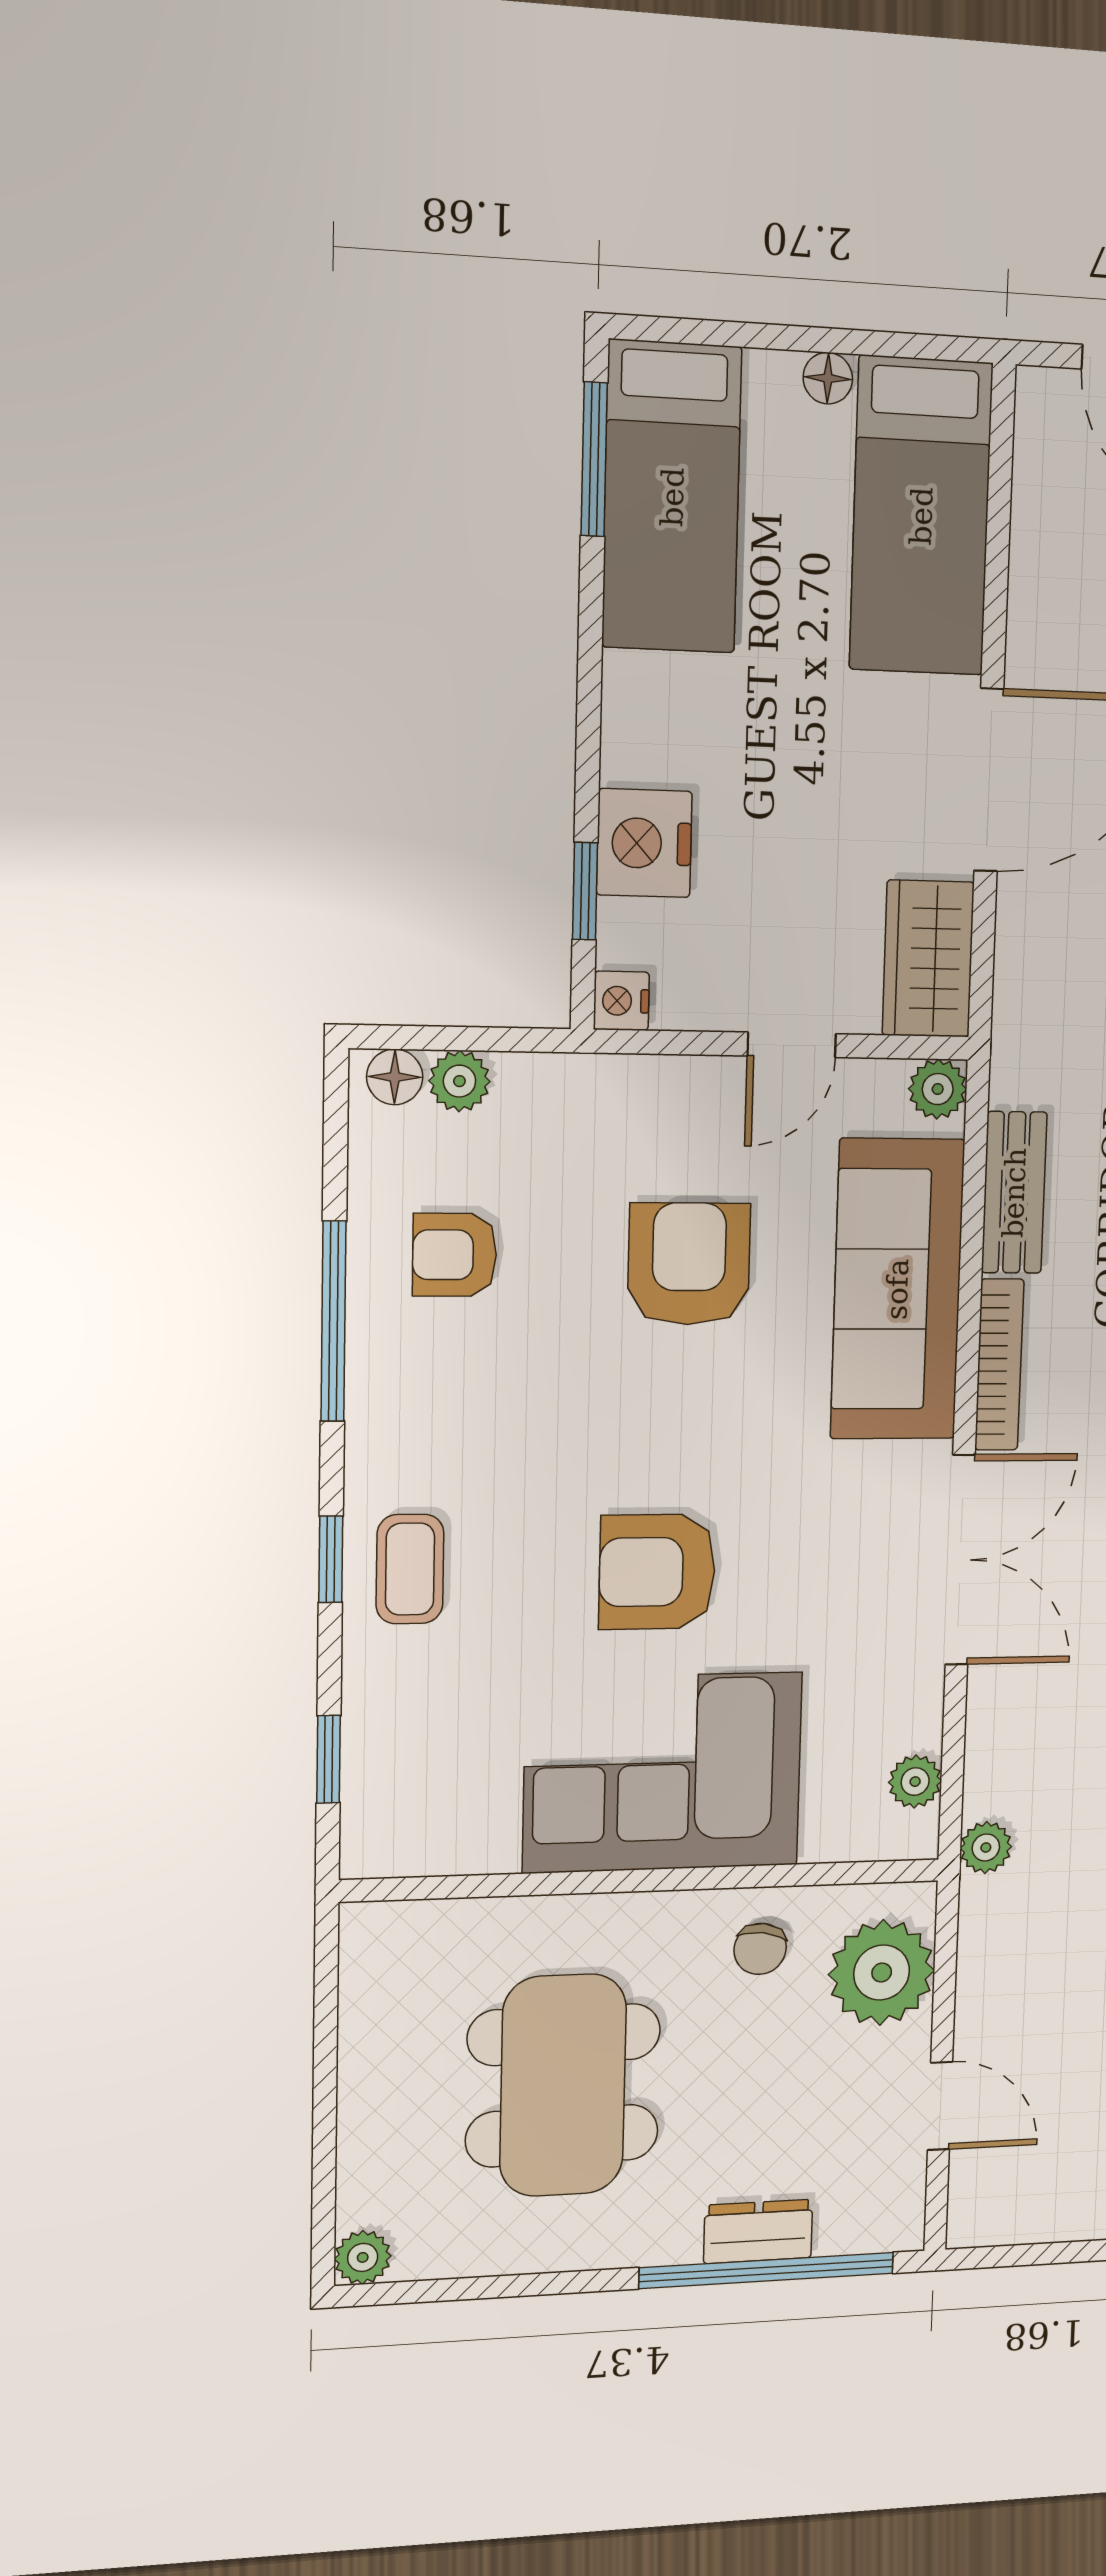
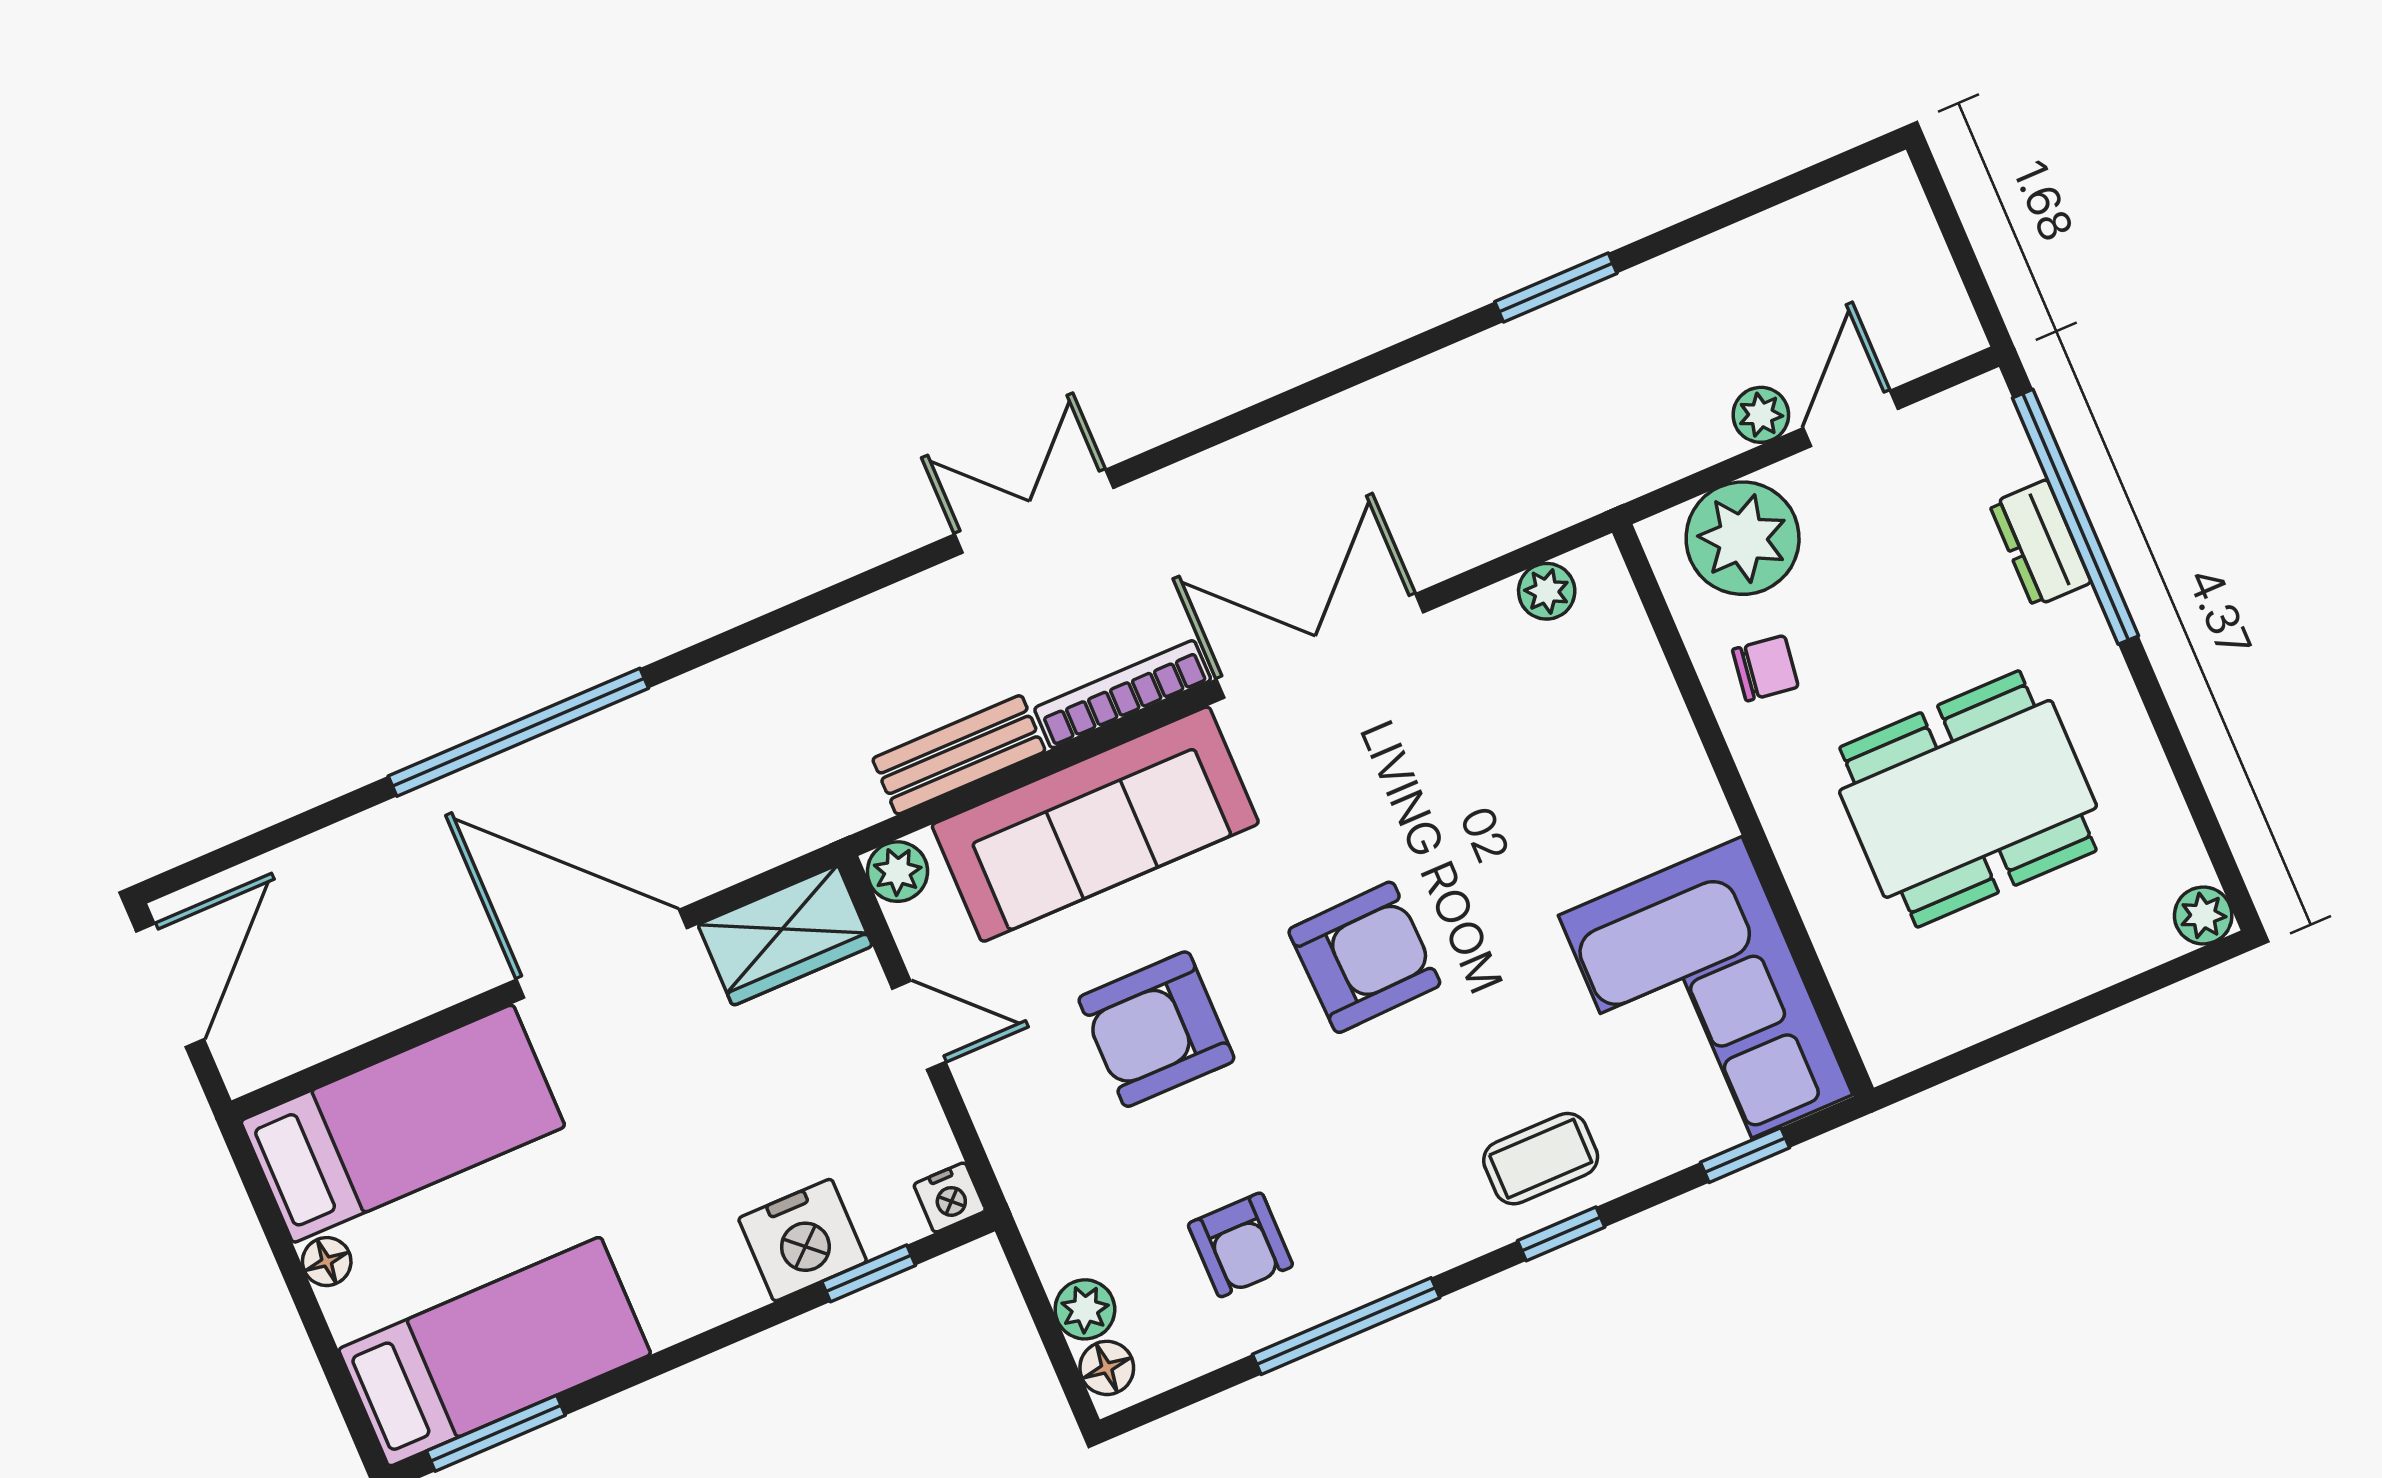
armchair: (657, 1572) -> (1364, 957), moved, turned -92
corner sofa: (663, 1772) -> (1705, 1005), moved
plant: (986, 1847) -> (1761, 415), moved

